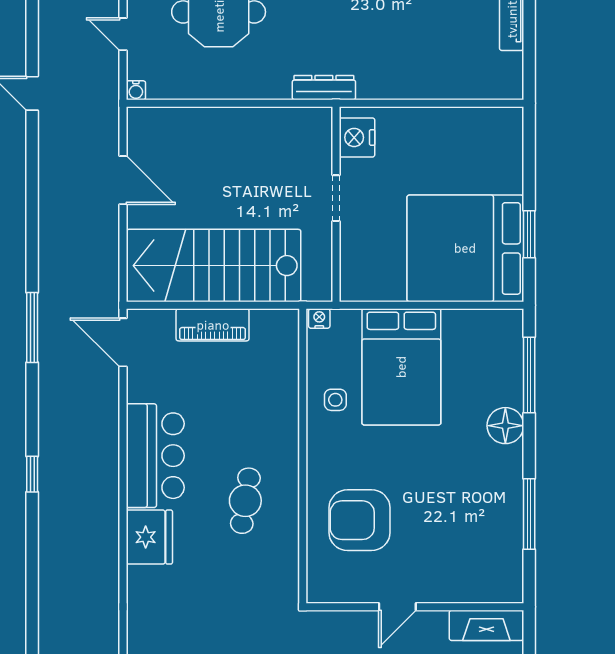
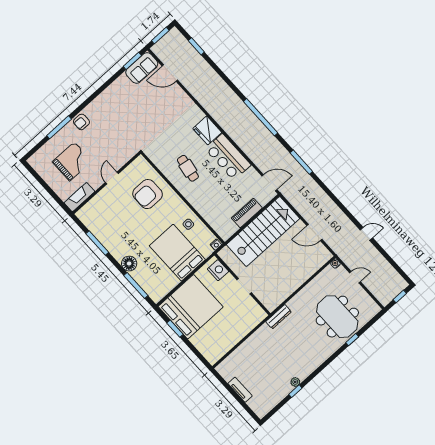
nightstand: (357, 137) -> (218, 270), moved
window: (32, 474) -> (261, 117), width x3.17
armchair: (359, 520) -> (148, 194), turned 180

